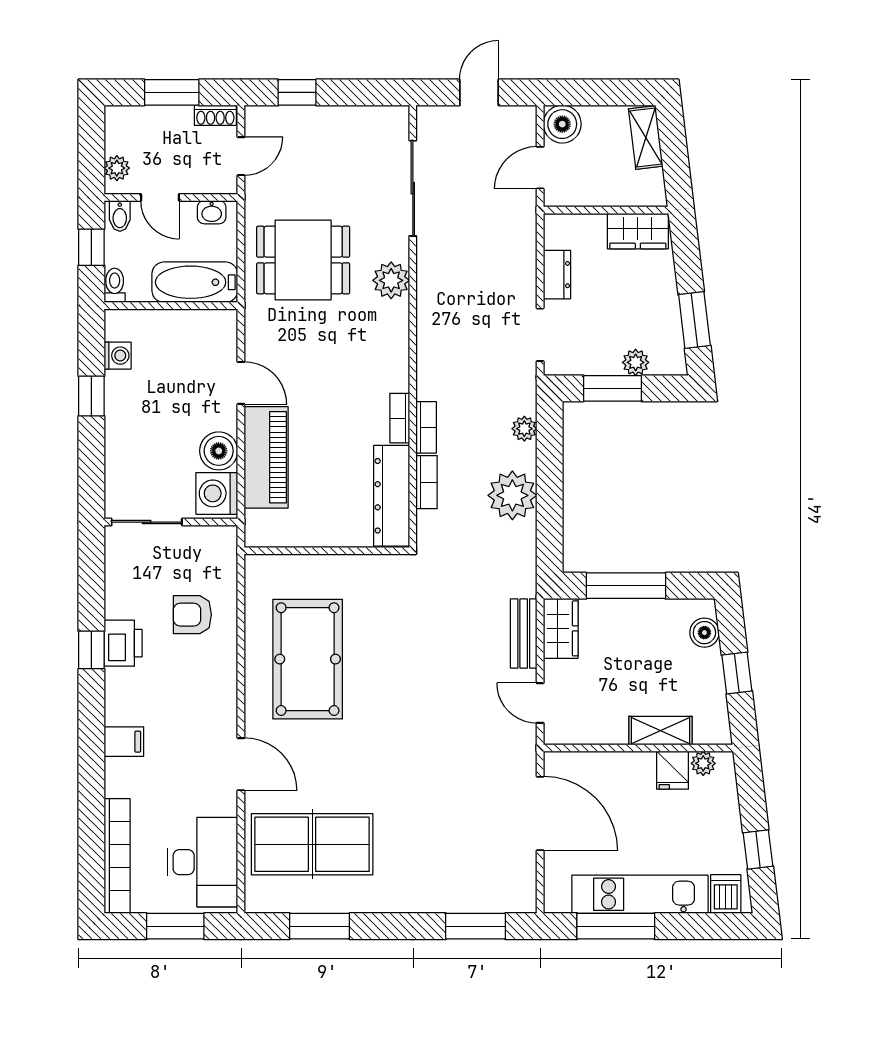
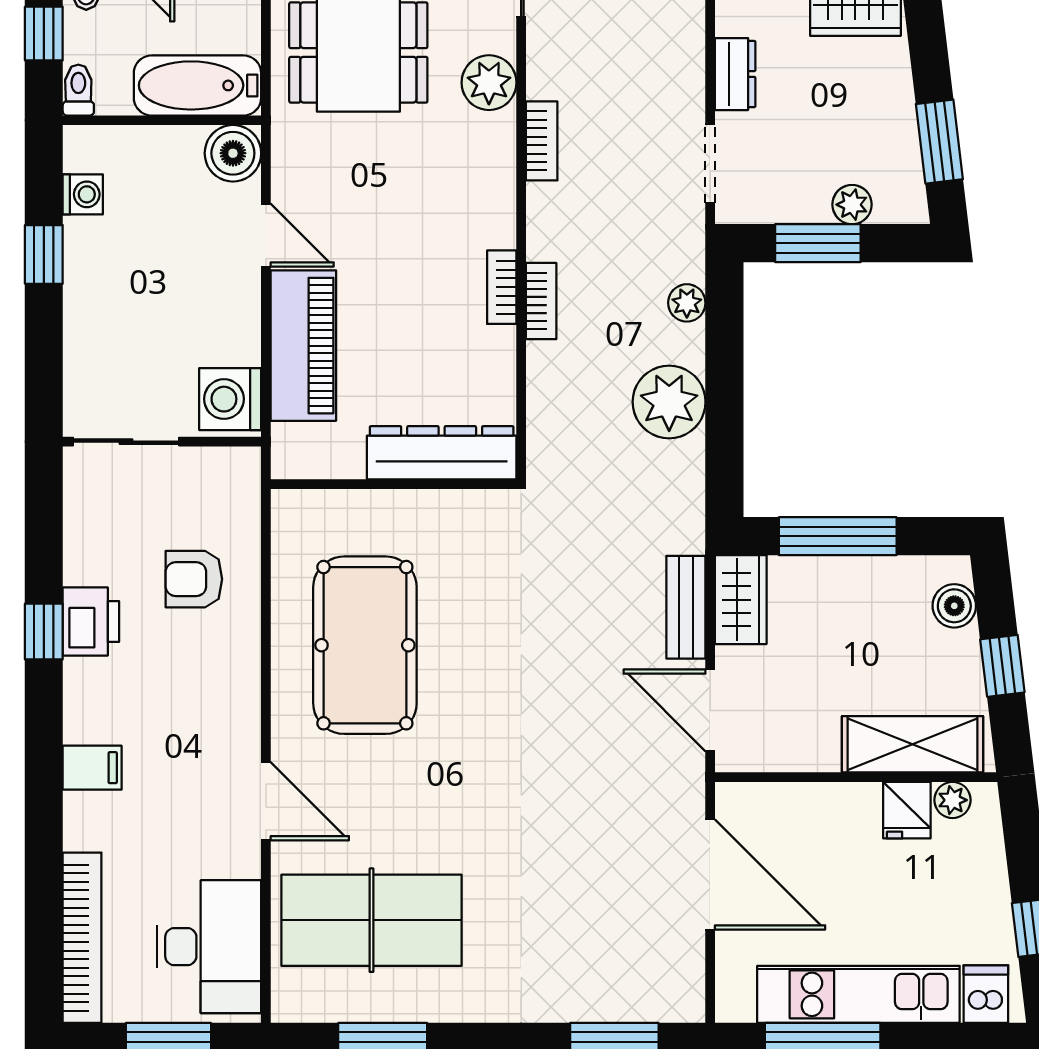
boiler: (219, 451) -> (233, 153), moved
bookcase: (427, 482) -> (542, 141), moved
dresser: (392, 496) -> (442, 453), moved, turned 90
door: (540, 703) -> (710, 710), width x1.38
shelving: (660, 731) -> (913, 744), width x1.50, depth x1.33

